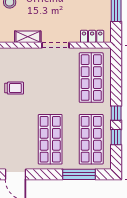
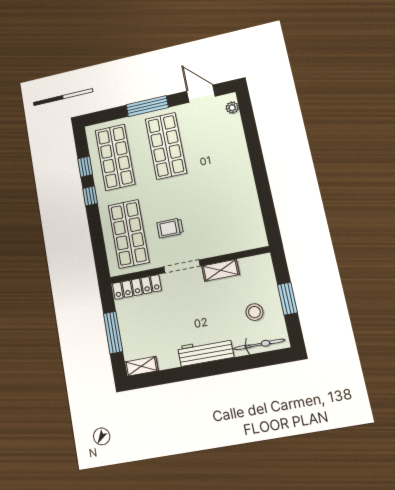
locker: (92, 36) -> (137, 287), width x1.53
trolley: (14, 88) -> (170, 228), moved
window: (79, 174) -> (147, 106), moved

